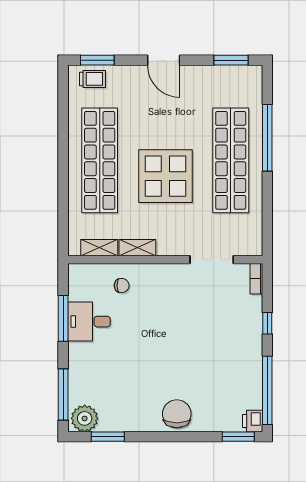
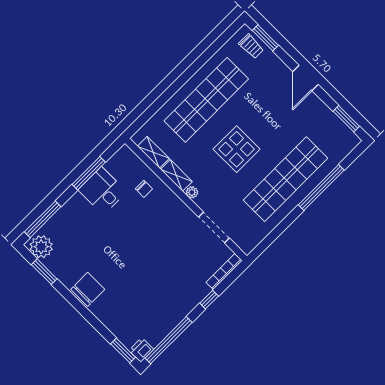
display table: (165, 176) -> (237, 149), width x0.73, depth x0.73
plant: (164, 249) -> (192, 192), added
bookcase: (256, 279) -> (224, 271), width x1.56
chair: (177, 414) -> (88, 289), moved

